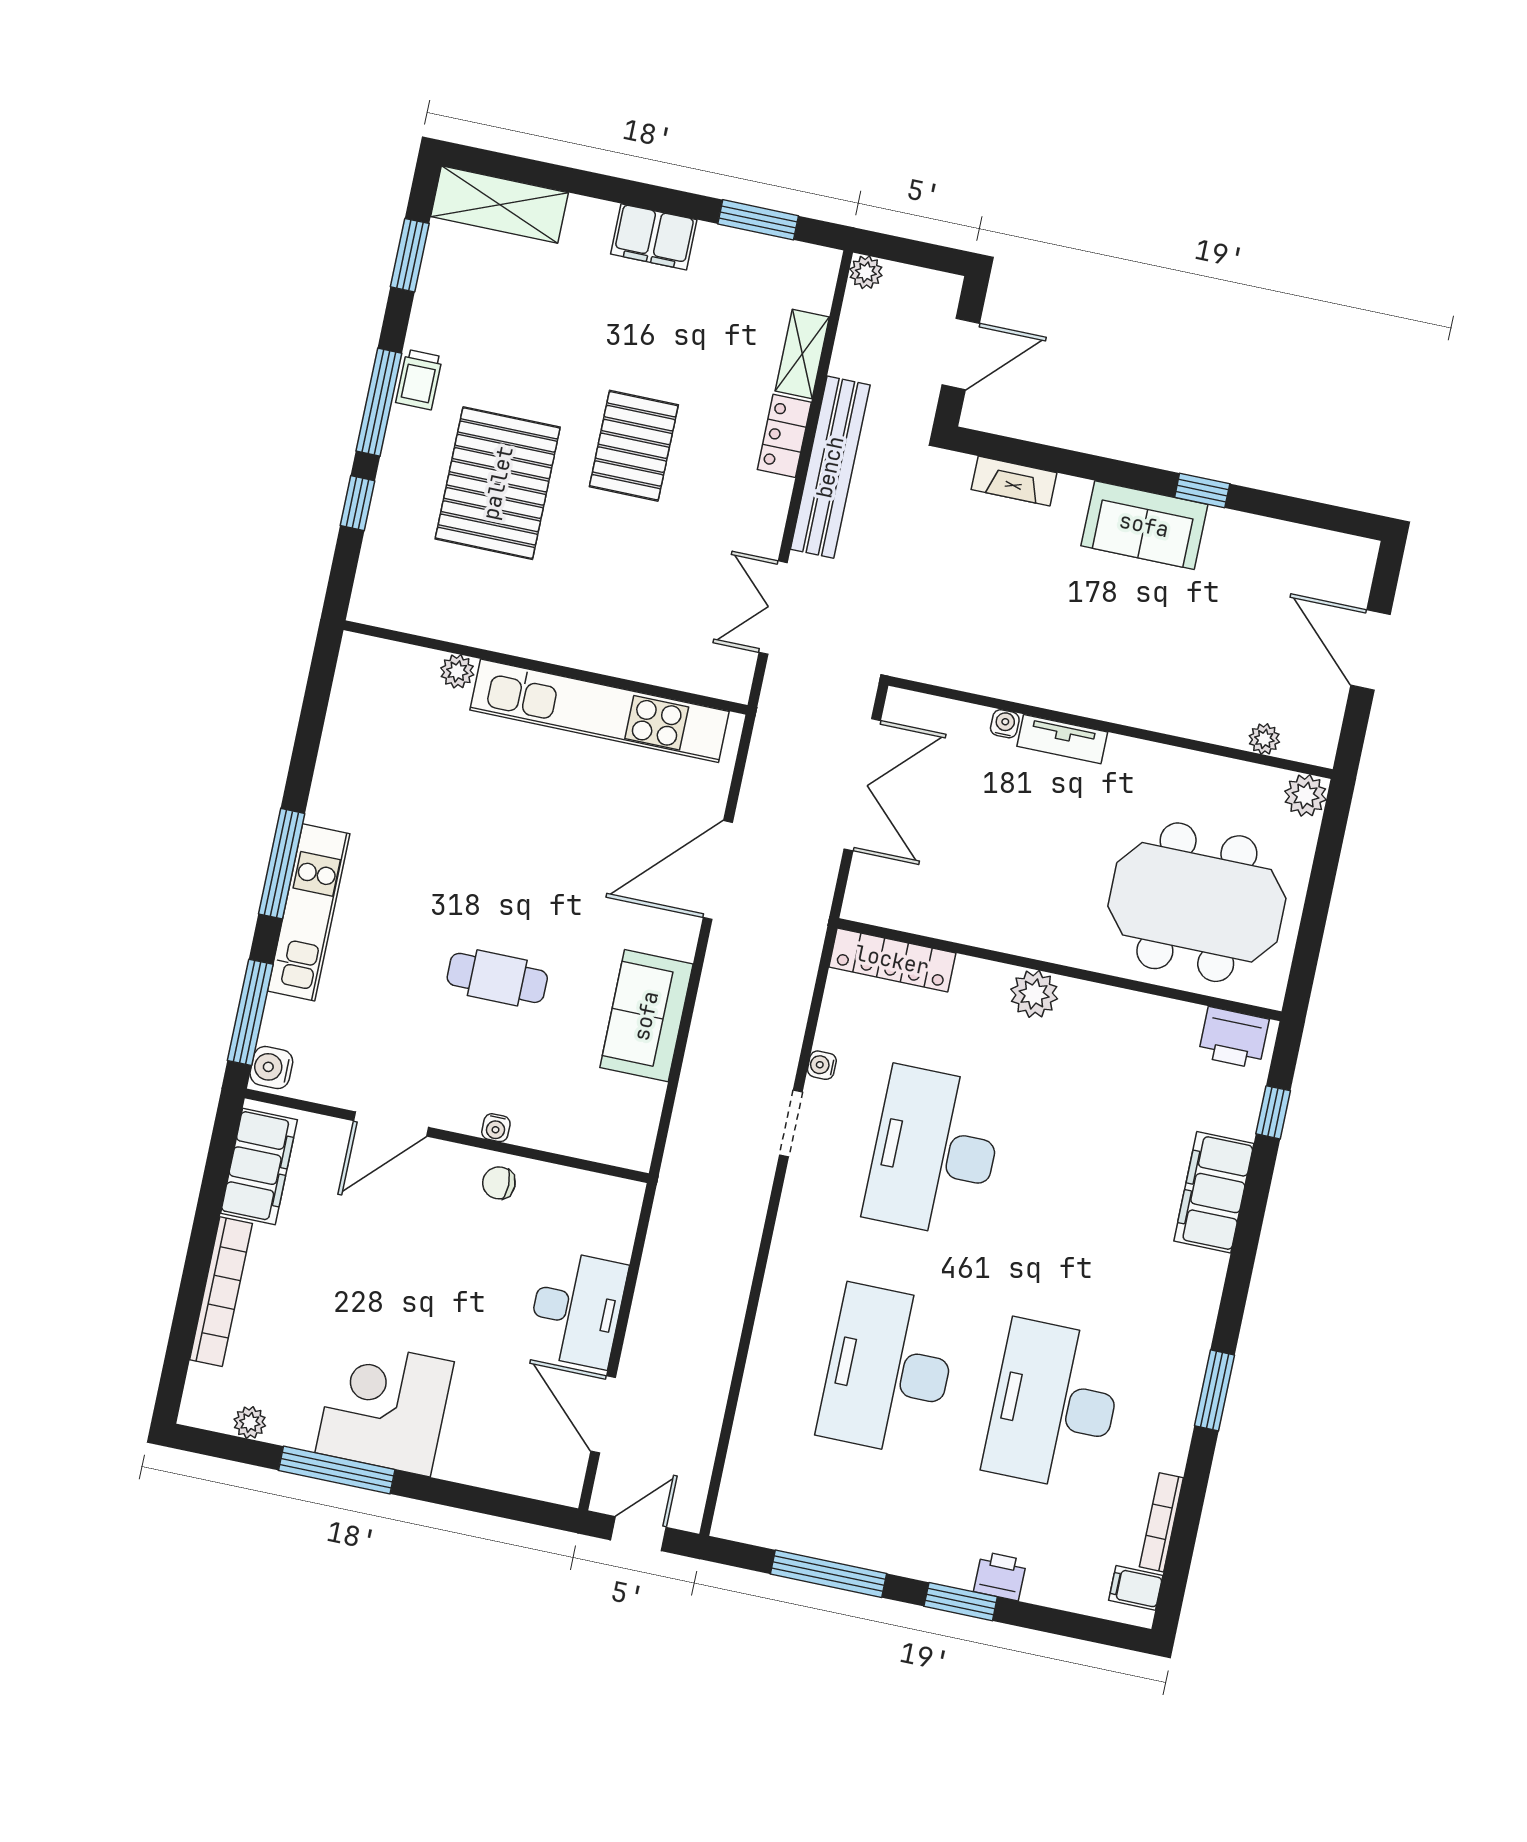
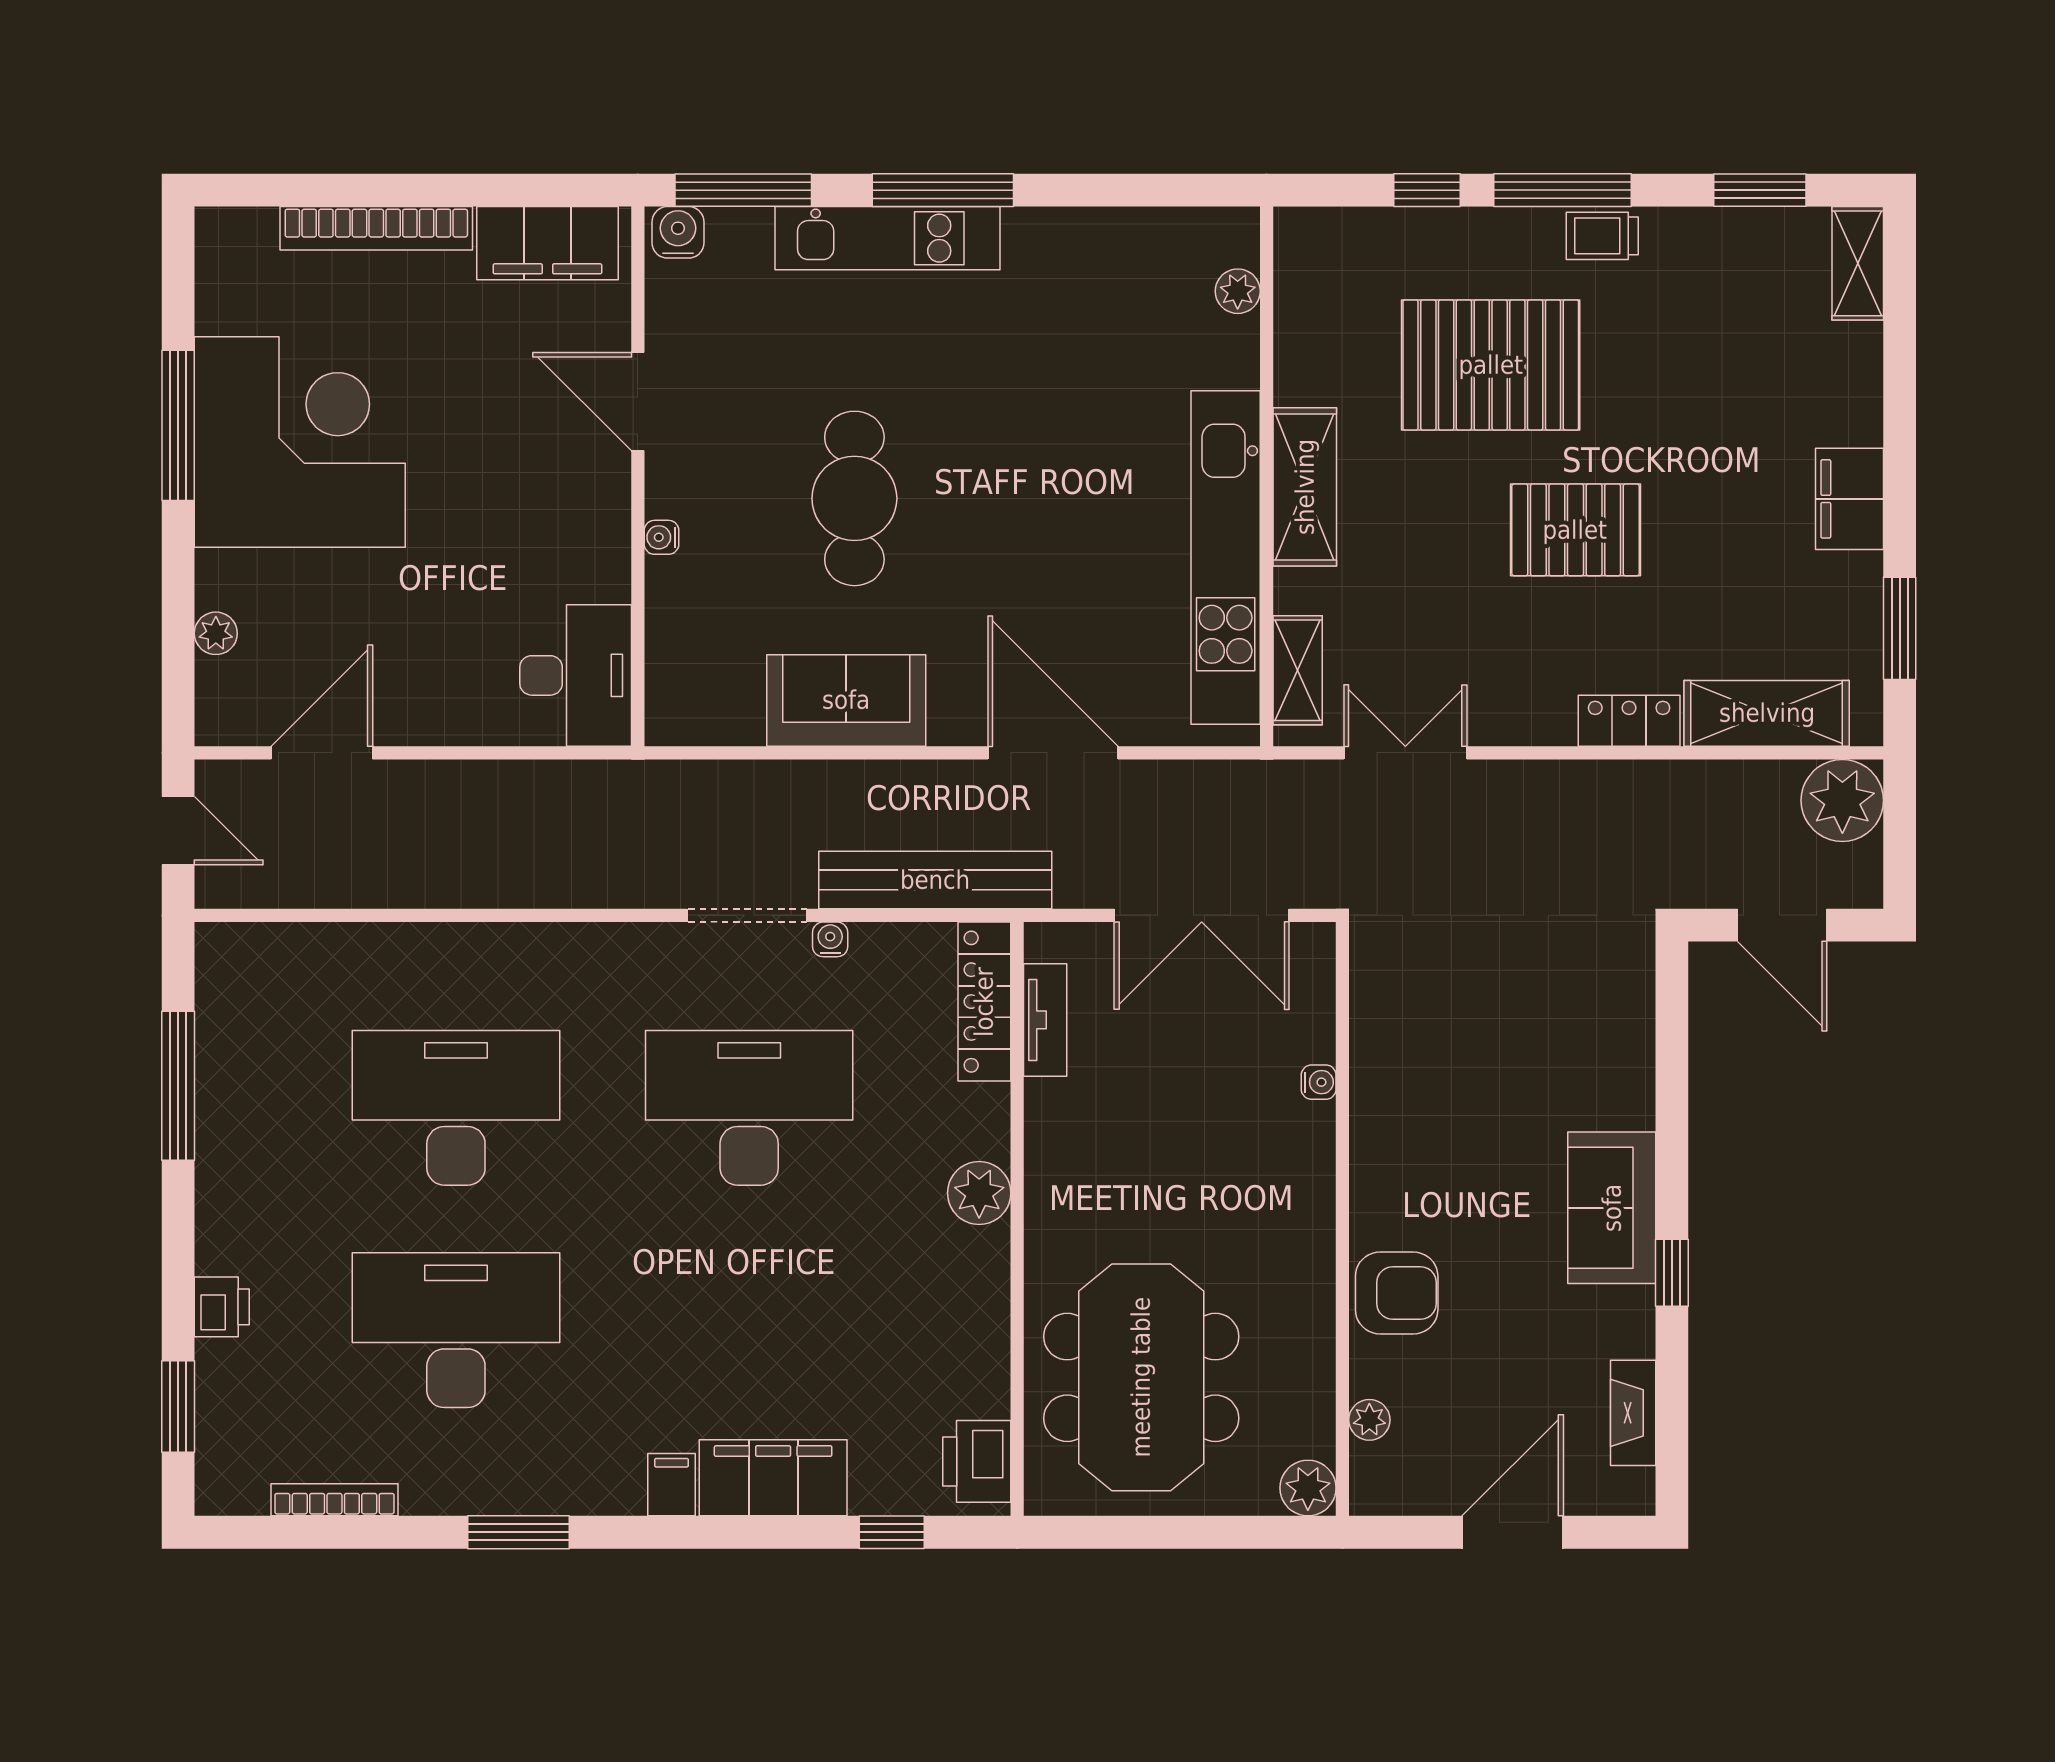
shelving: (499, 205) -> (1858, 263), width x0.67, depth x0.75
plant: (866, 272) -> (1842, 800), width x1.87, depth x1.87
shelving: (802, 354) -> (1767, 713), width x1.50, depth x1.33
bench: (830, 467) -> (935, 880), moved
fireplace: (1014, 481) -> (1633, 1413), moved
shelving: (559, 641) -> (1305, 487), added
plant: (457, 671) -> (1238, 291), moved
shelving: (695, 675) -> (1298, 670), added
armchair: (1174, 699) -> (1397, 1293), added
tv unit: (1062, 739) -> (1045, 1020), moved, turned 180
cafe table: (497, 978) -> (854, 498), width x1.37, depth x1.35
doorway: (791, 1123) -> (747, 915), width x1.38
chair: (499, 1183) -> (591, 556), removed
desk: (577, 1309) -> (576, 675), moved, turned -90
corner desk: (385, 1407) -> (300, 442), width x1.36, depth x1.36
plant: (250, 1422) -> (216, 633), moved
filing cabinet: (1136, 1588) -> (672, 1485), moved
window: (961, 1602) -> (178, 1406), moved

